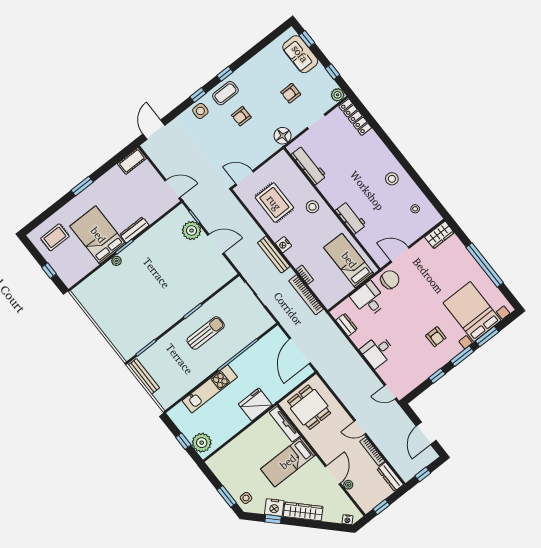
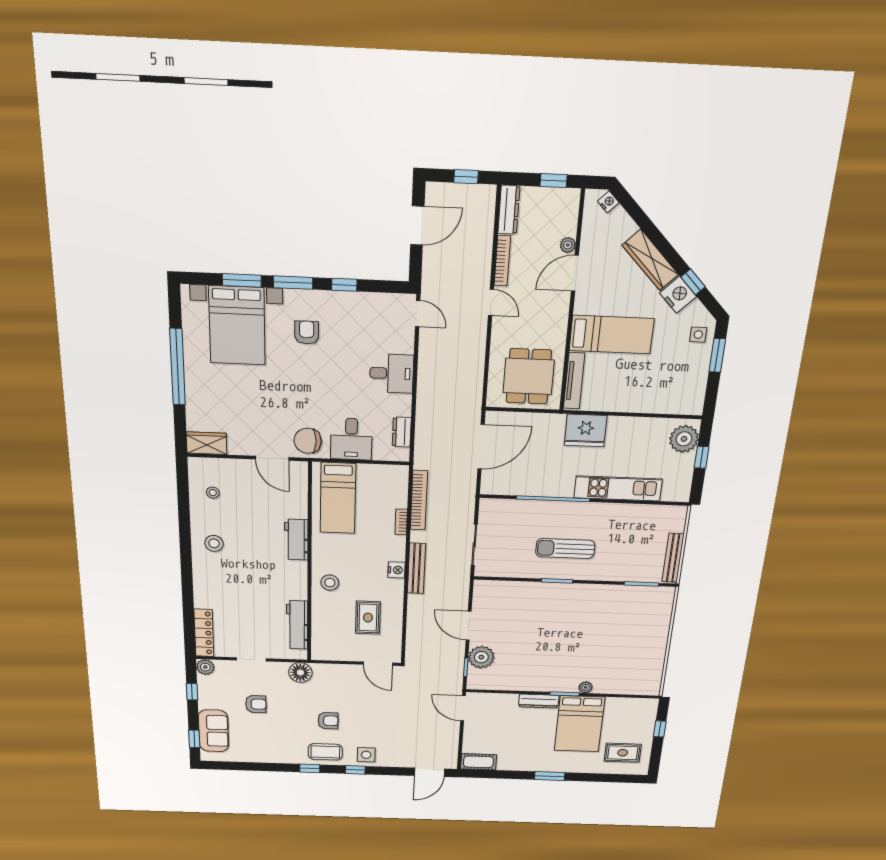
rug: (274, 203) -> (368, 618), width x0.73, depth x0.70

